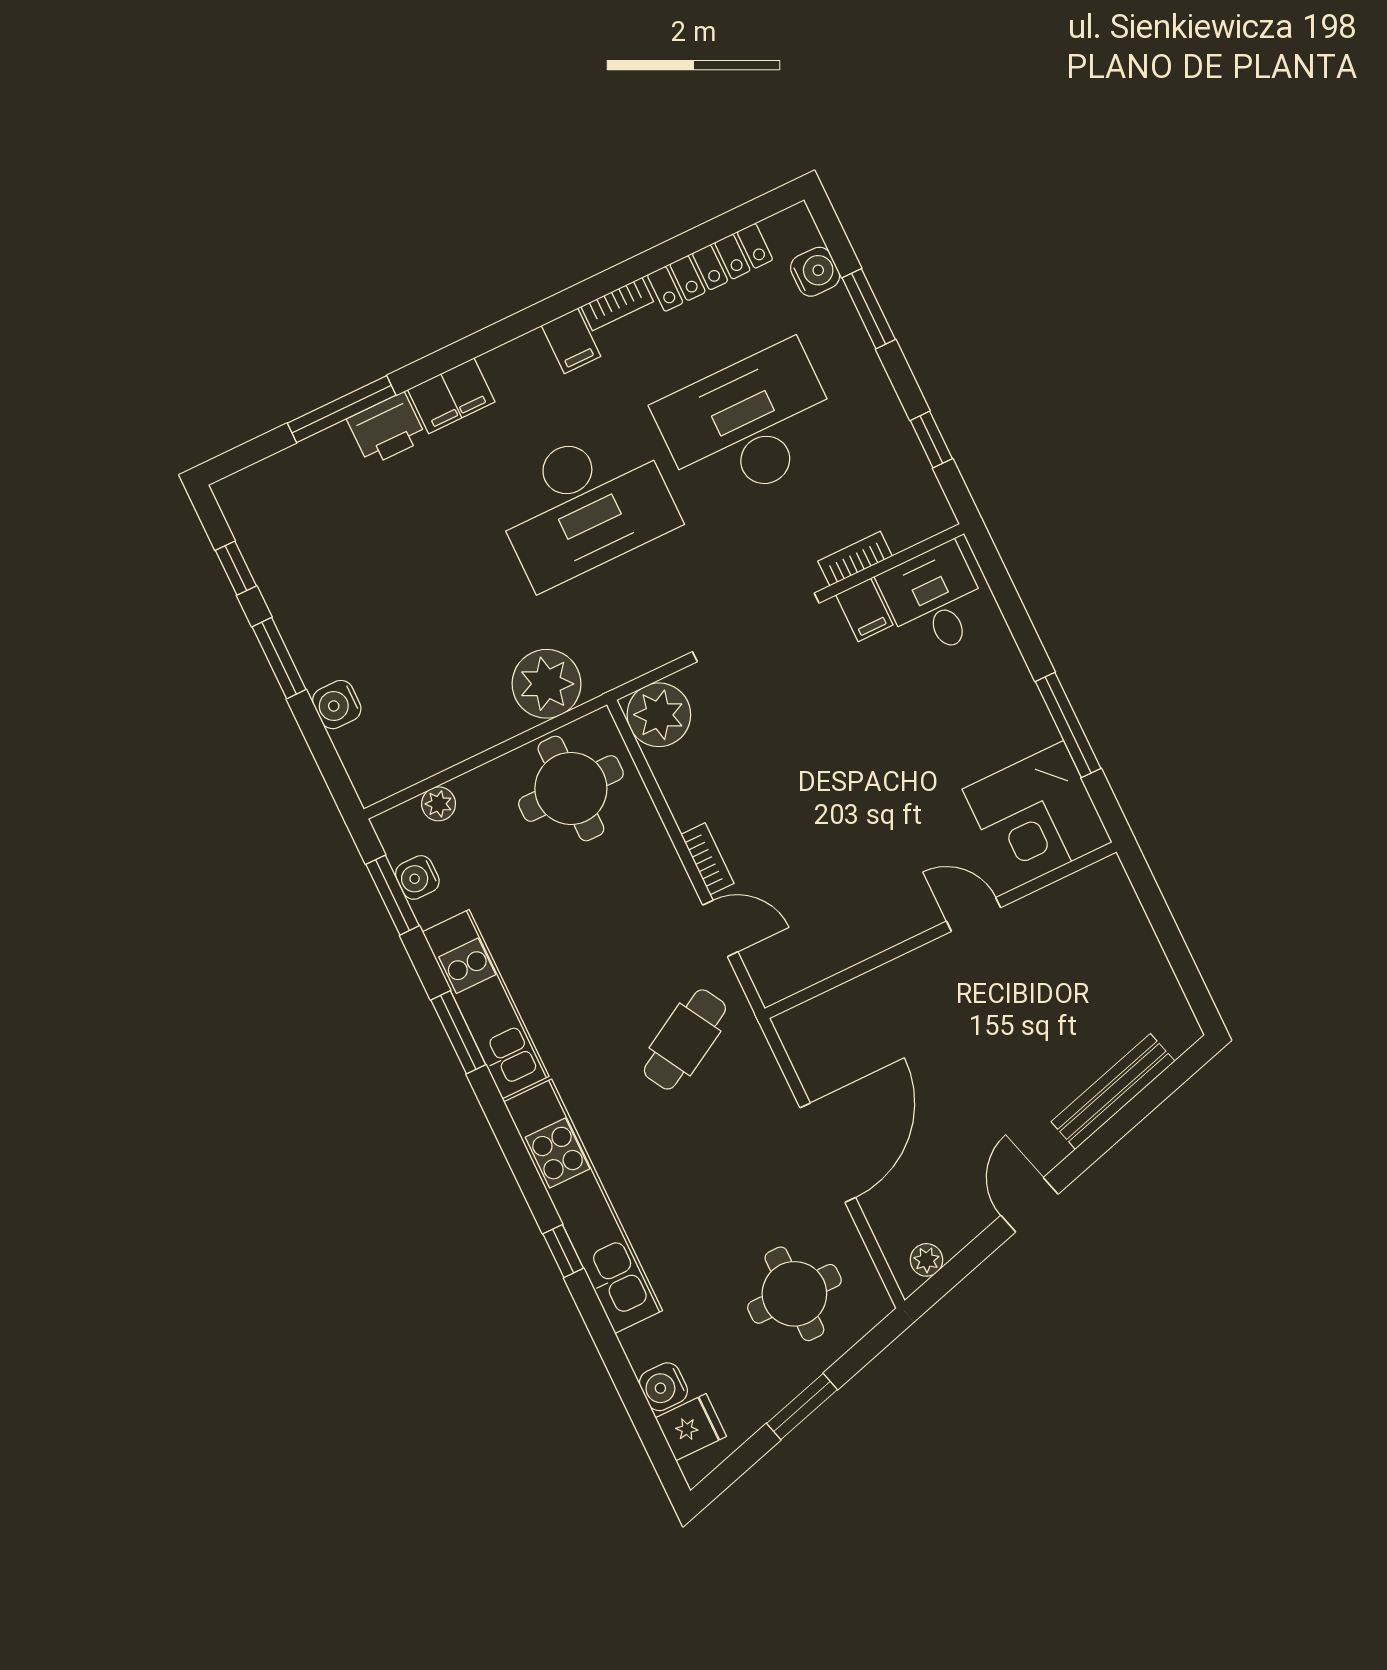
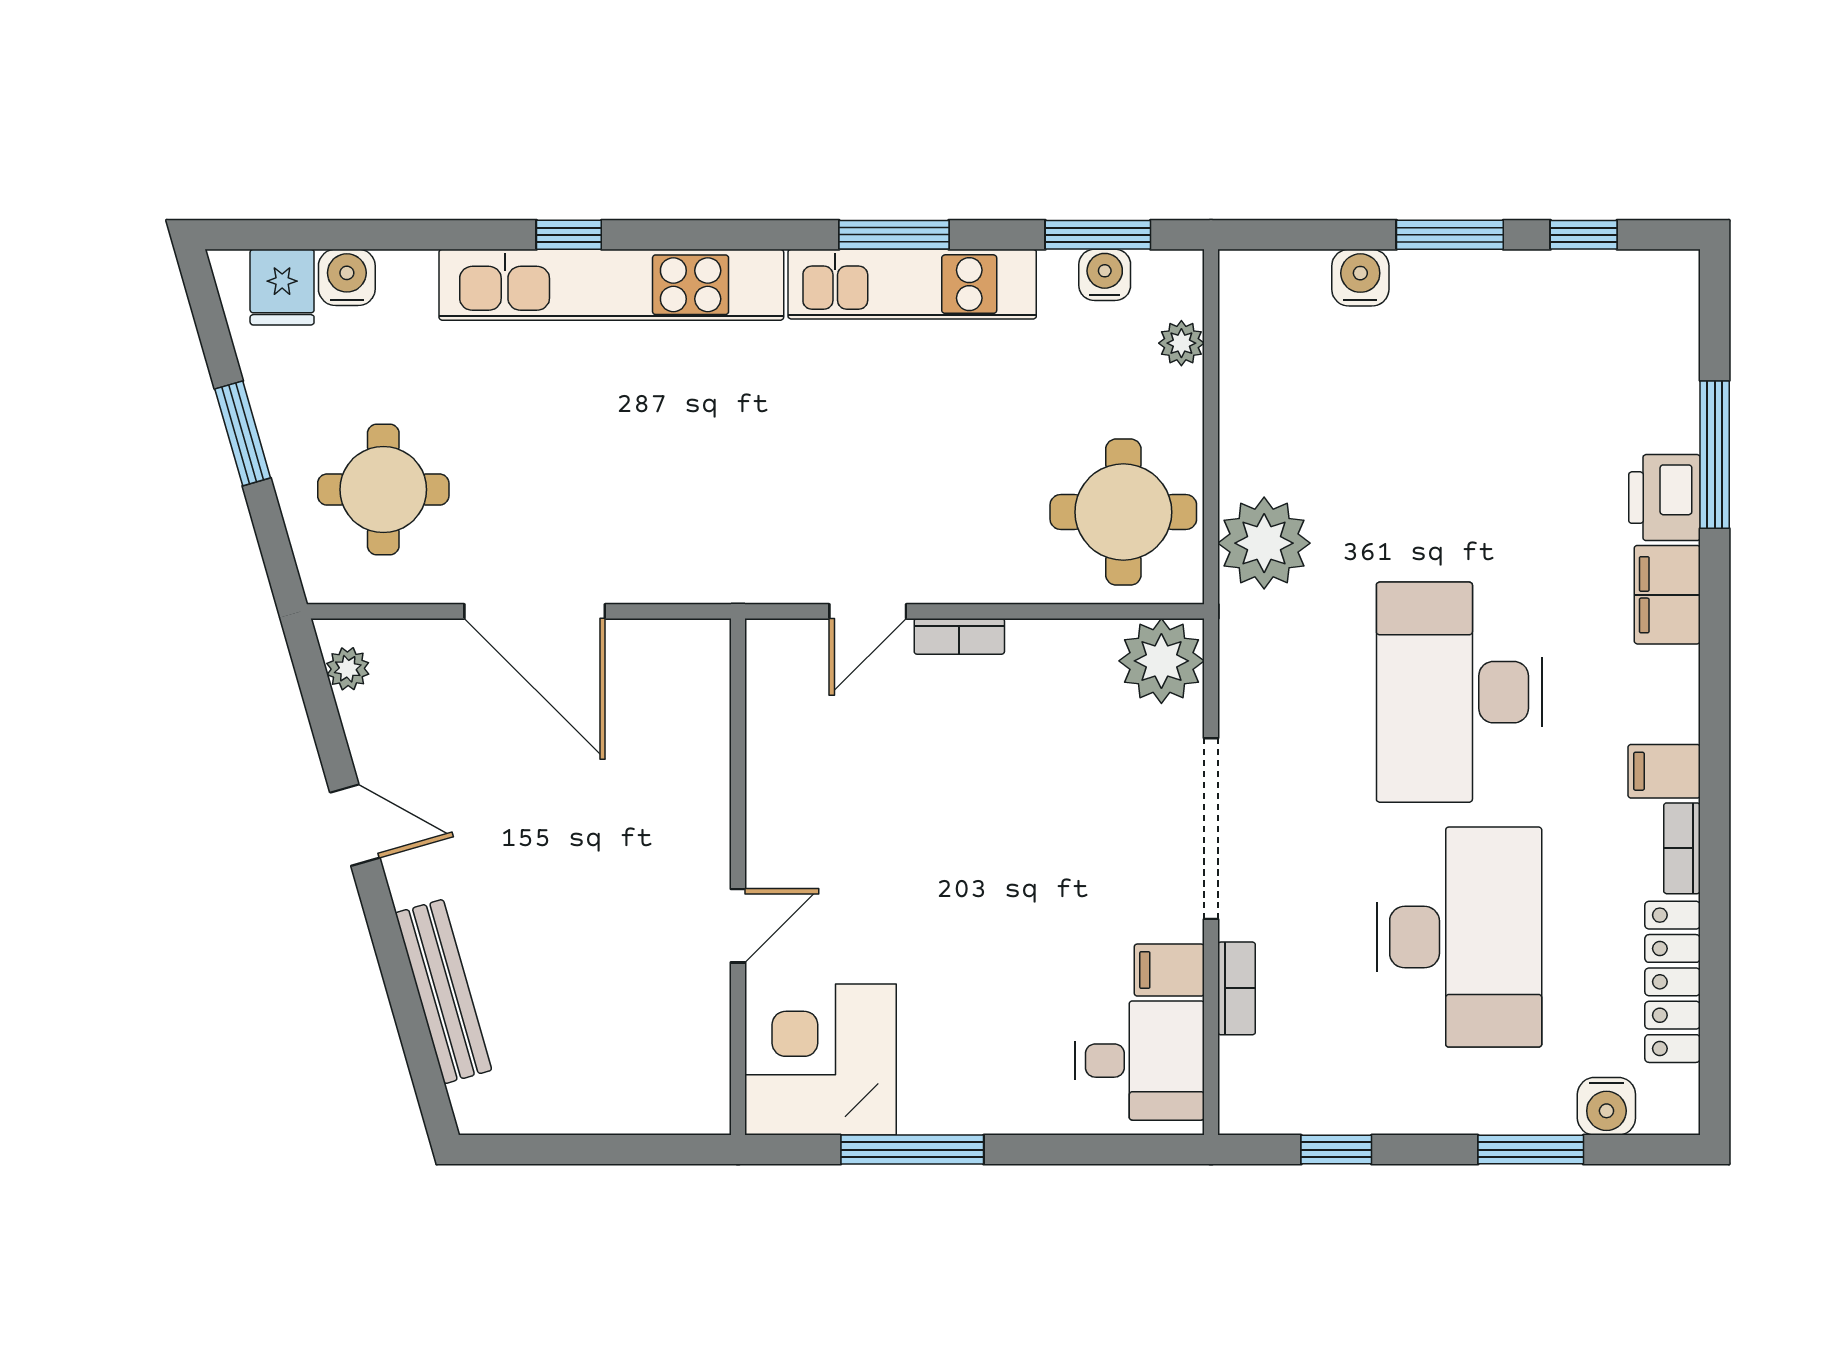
cafe table: (685, 1039) -> (754, 504), removed

